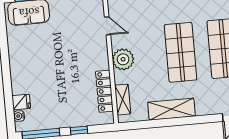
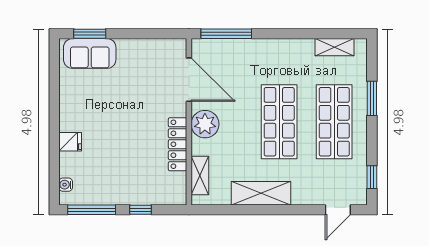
door: (107, 26) -> (189, 80), width x1.88
locker: (104, 91) -> (178, 144), moved
fridge: (21, 102) -> (70, 142), moved

